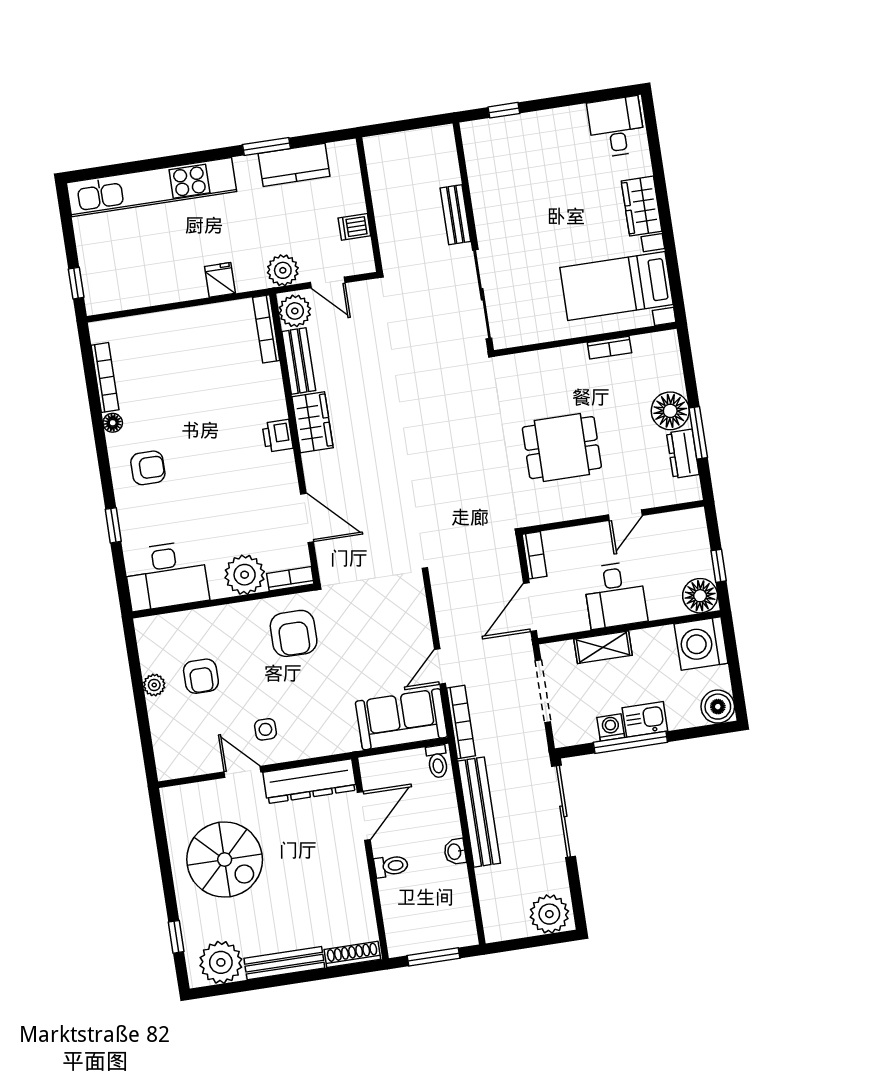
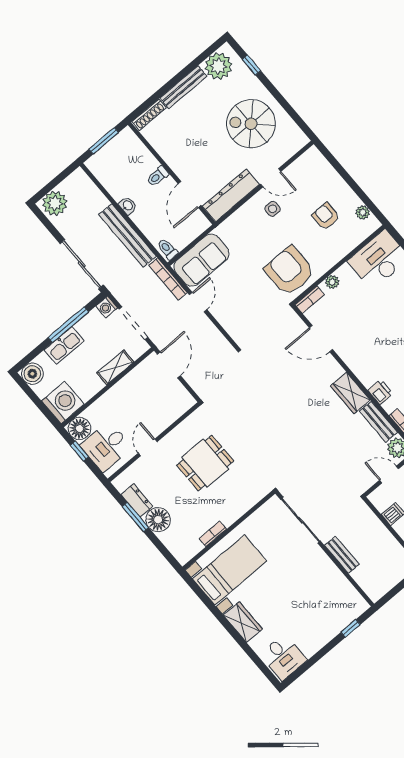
printer: (278, 436) -> (380, 392), moved
bookcase: (534, 555) -> (184, 395), removed
plant: (245, 575) -> (332, 282), width x0.53, depth x0.53
desk: (615, 595) -> (106, 446), moved, turned -90
armchair: (294, 633) -> (289, 271), width x1.36, depth x1.36
plant: (154, 685) -> (363, 212), moved
kitchen sink: (645, 719) -> (64, 345), width x1.38
washing machine: (611, 727) -> (107, 307), moved, turned 90

